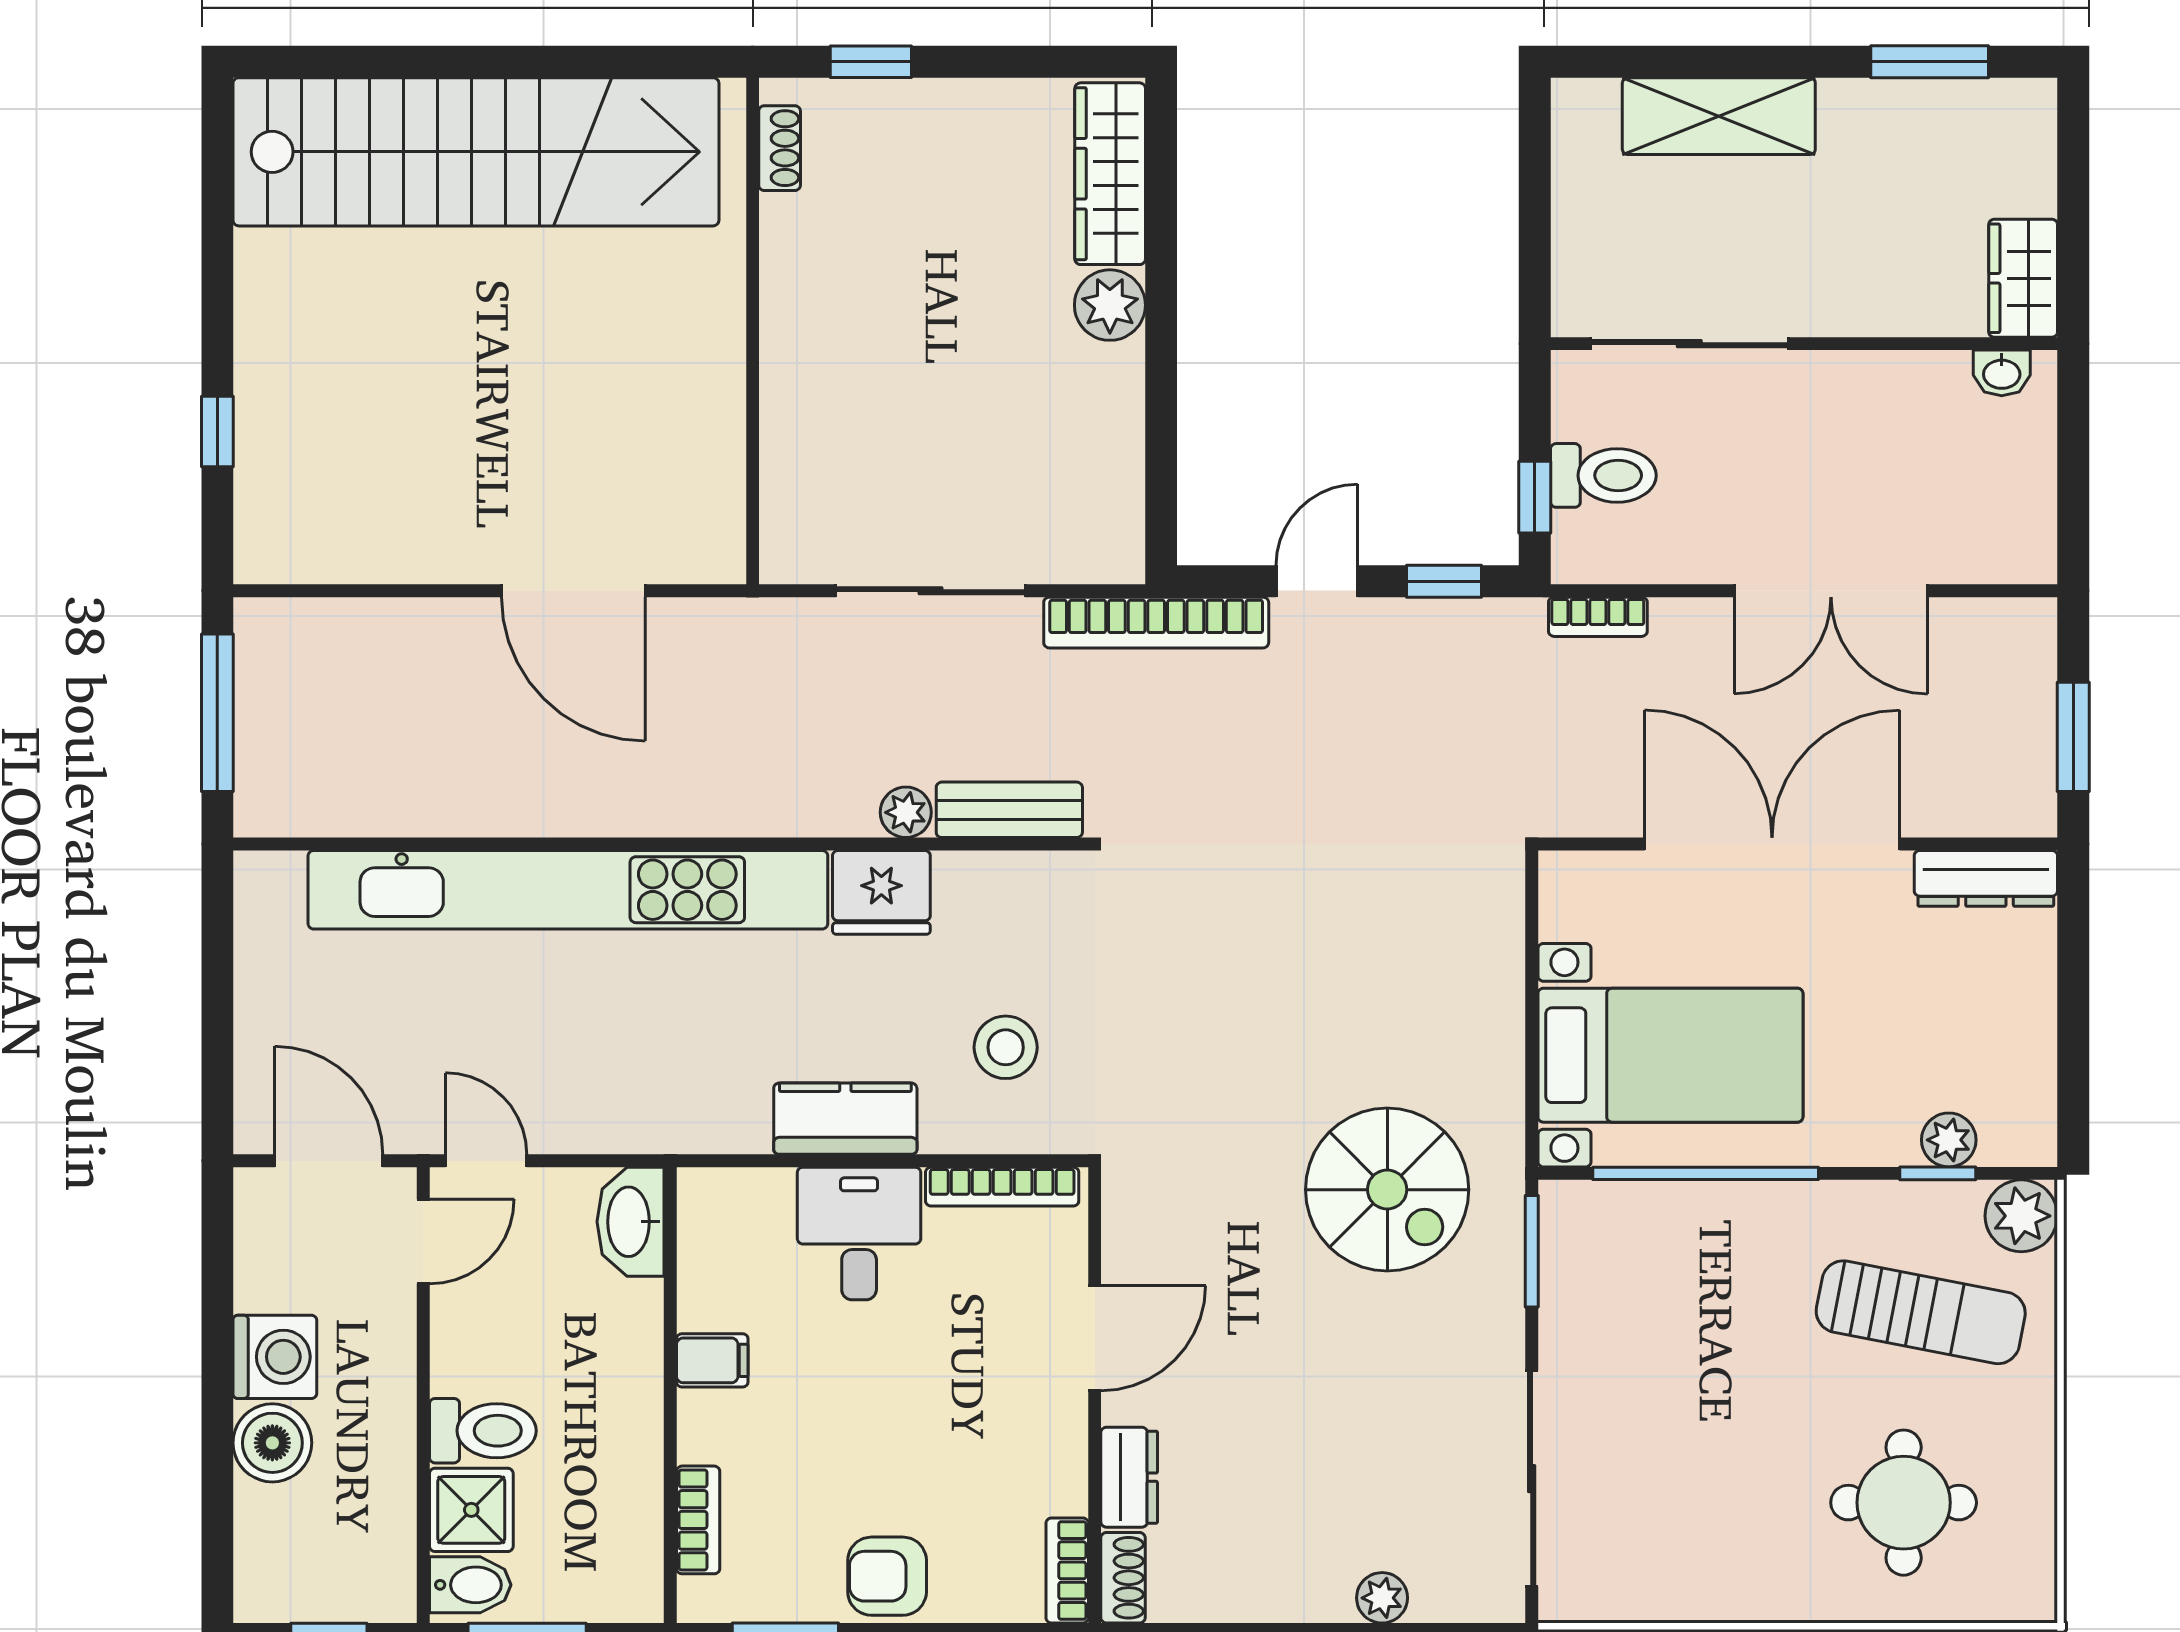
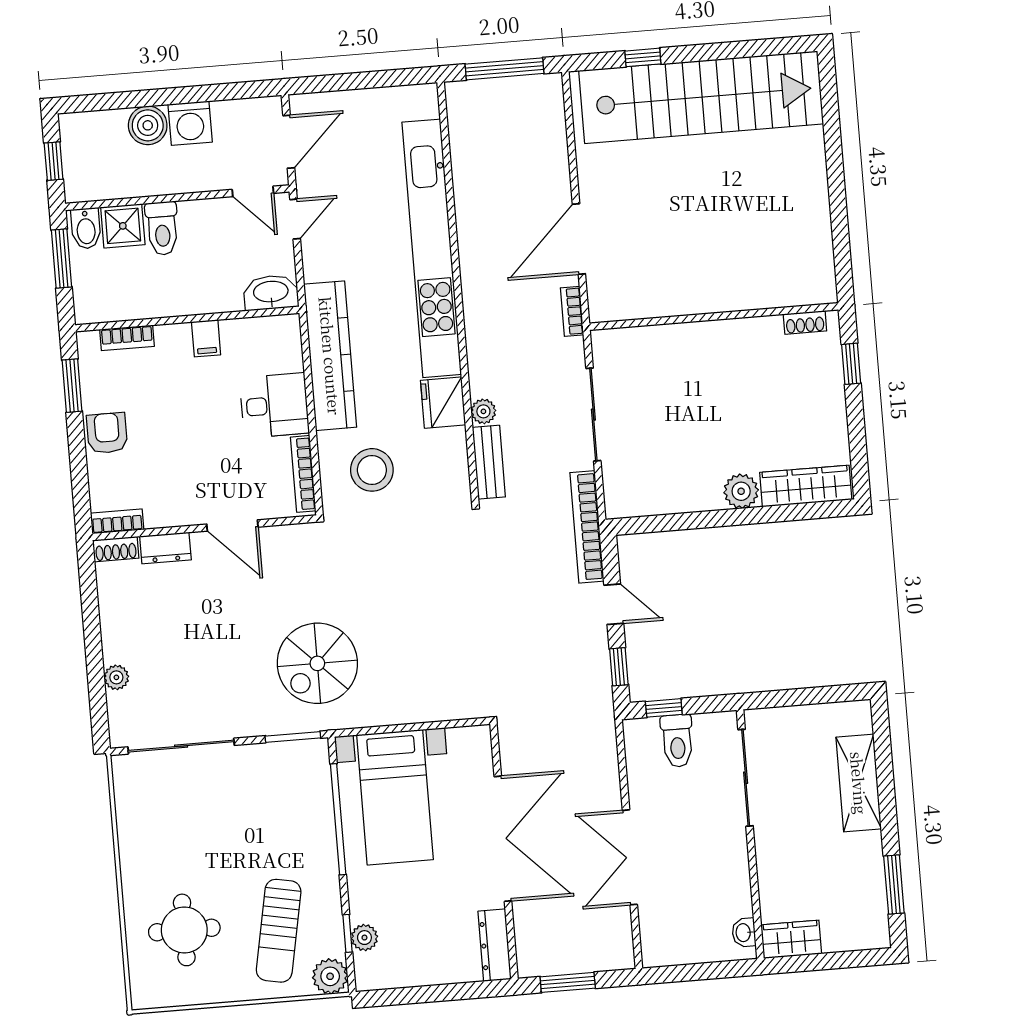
stairs: (476, 152) -> (701, 97), moved, turned -90
bookcase: (1598, 617) -> (572, 311), moved
stool: (1006, 1047) -> (372, 470), width x1.38, depth x1.38
kitchen counter: (845, 1119) -> (330, 356), width x2.08, depth x1.17

